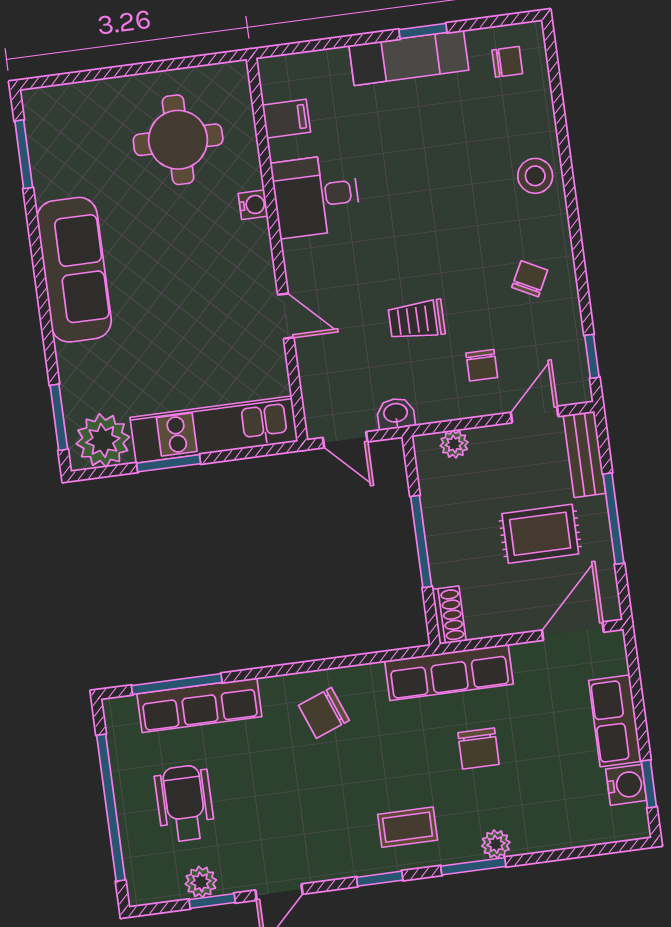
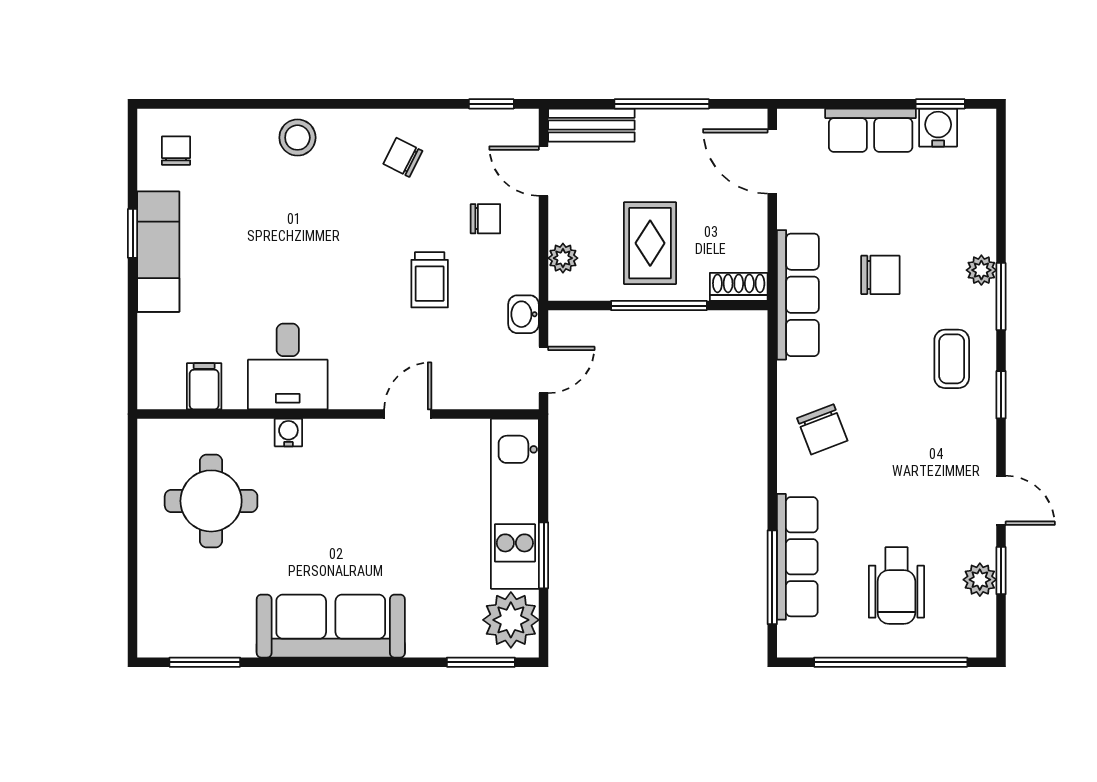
rug: (540, 534) -> (650, 243), moved
wheelchair: (185, 803) -> (896, 585), turned -90

